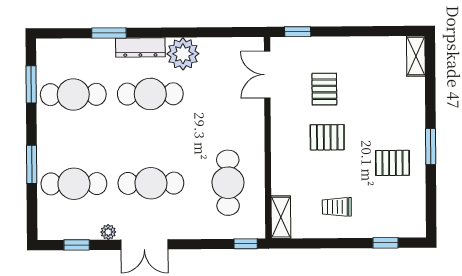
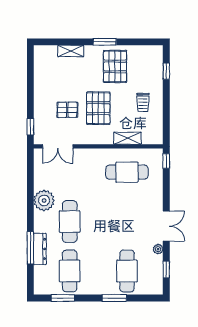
window: (109, 33) -> (30, 248), width x1.44
dresser: (140, 48) -> (40, 249), moved
shelving: (416, 56) -> (71, 51), moved
pallet: (327, 137) -> (98, 108), width x1.50, depth x1.42
pallet: (392, 163) -> (115, 66), width x1.50, depth x1.42
cafe table: (151, 183) -> (127, 222), removed
shelving: (281, 217) -> (127, 138), moved

